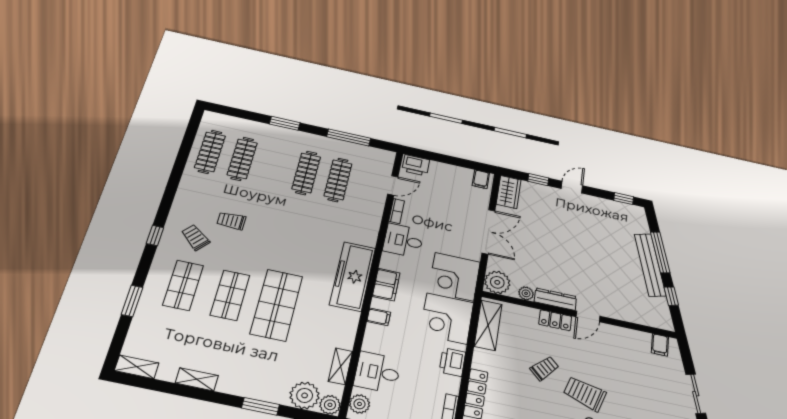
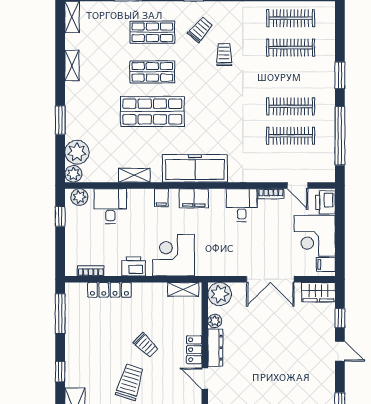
window: (349, 138) -> (340, 136), width x1.46
corner desk: (454, 277) -> (315, 236), moved, turned -90
shelving: (488, 325) -> (183, 289), width x0.67, depth x0.75
shelving: (340, 366) -> (134, 175), moved

